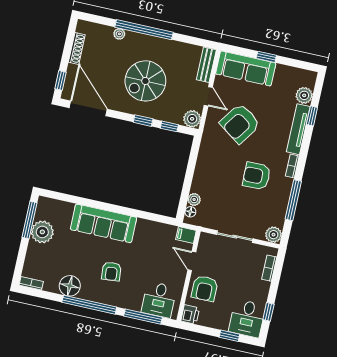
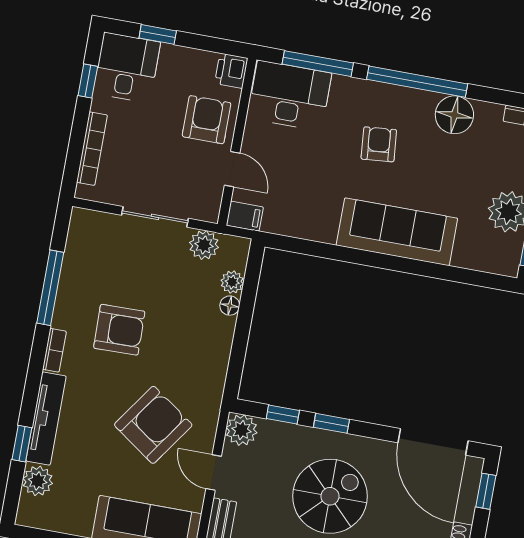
floor lamp: (190, 212) -> (230, 306), moved
plant: (274, 235) -> (204, 245), moved
bookcase: (269, 268) -> (92, 149), width x1.56
desk: (159, 300) -> (290, 96), width x1.37

